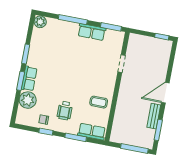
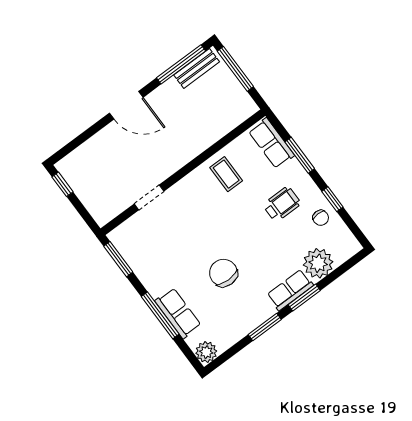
row of seats: (92, 32) -> (178, 313), moved
chair: (63, 61) -> (223, 273), added
bench: (154, 116) -> (197, 68), moved
window: (158, 130) -> (181, 64), width x1.44

